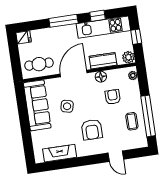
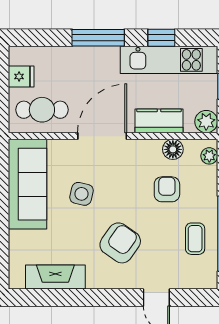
fridge: (24, 37) -> (21, 76), moved
floor lamp: (101, 77) -> (173, 149), moved
armchair: (92, 130) -> (120, 243), turned -145

